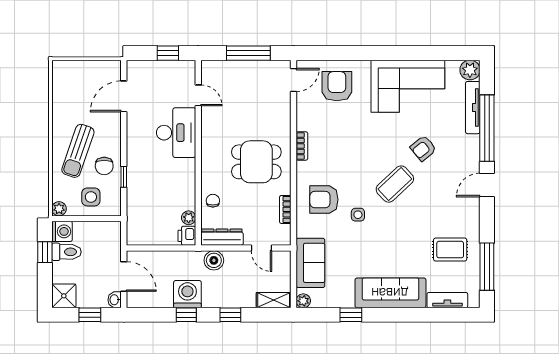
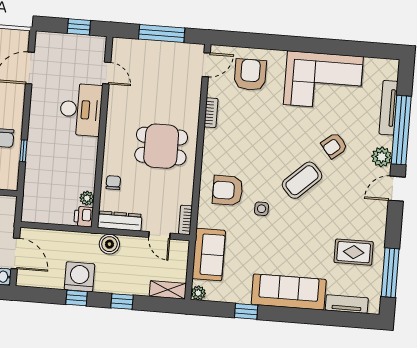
plant: (470, 70) -> (382, 157), moved
bookcase: (302, 146) -> (211, 113), moved
bookcase: (285, 209) -> (185, 220), moved

